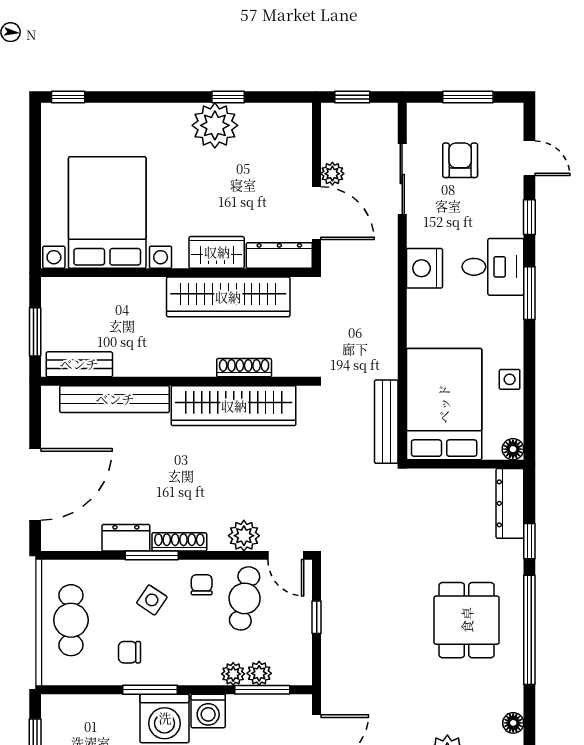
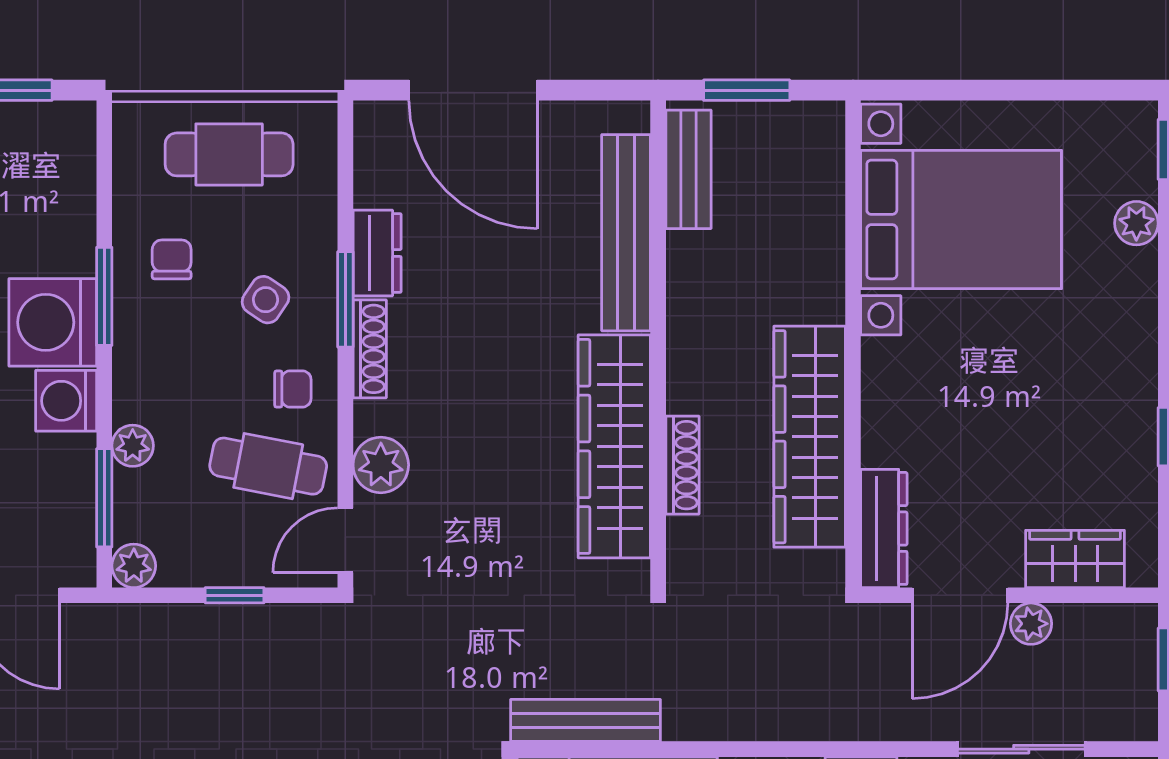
plant: (215, 125) -> (1136, 223), moved, width x0.53, depth x0.53
wardrobe: (217, 252) -> (1075, 559), moved, turned -90
plant: (259, 673) -> (134, 566), moved

